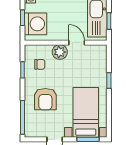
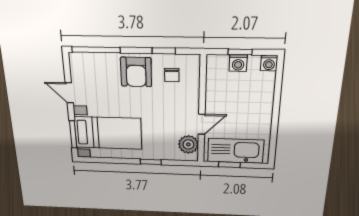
washing machine: (36, 24) -> (238, 63), width x0.53, depth x0.53
plant: (60, 52) -> (188, 144), moved
armchair: (45, 99) -> (136, 72), moved, turned -90

